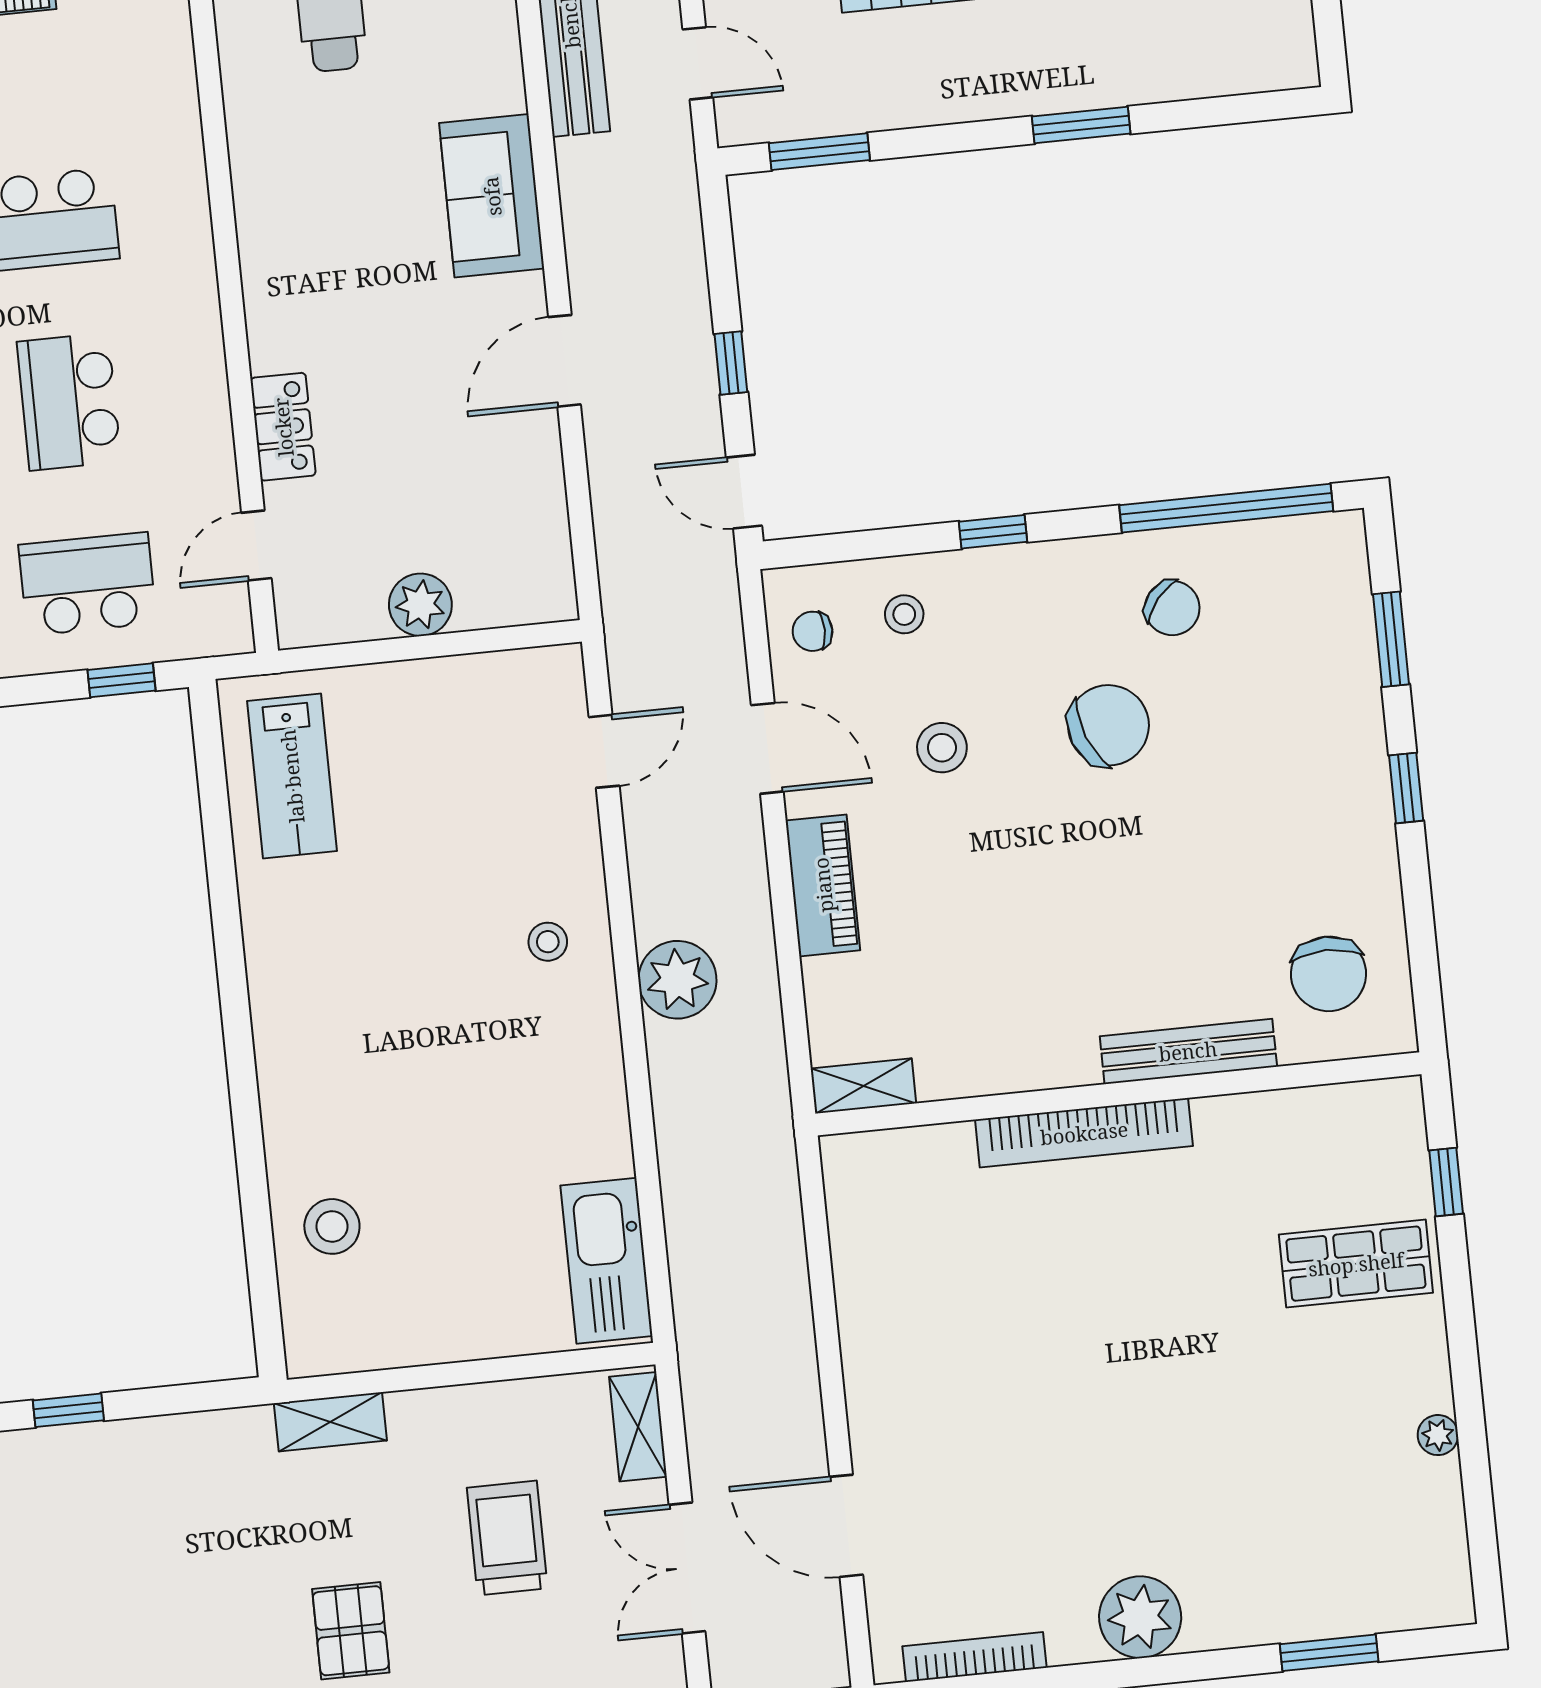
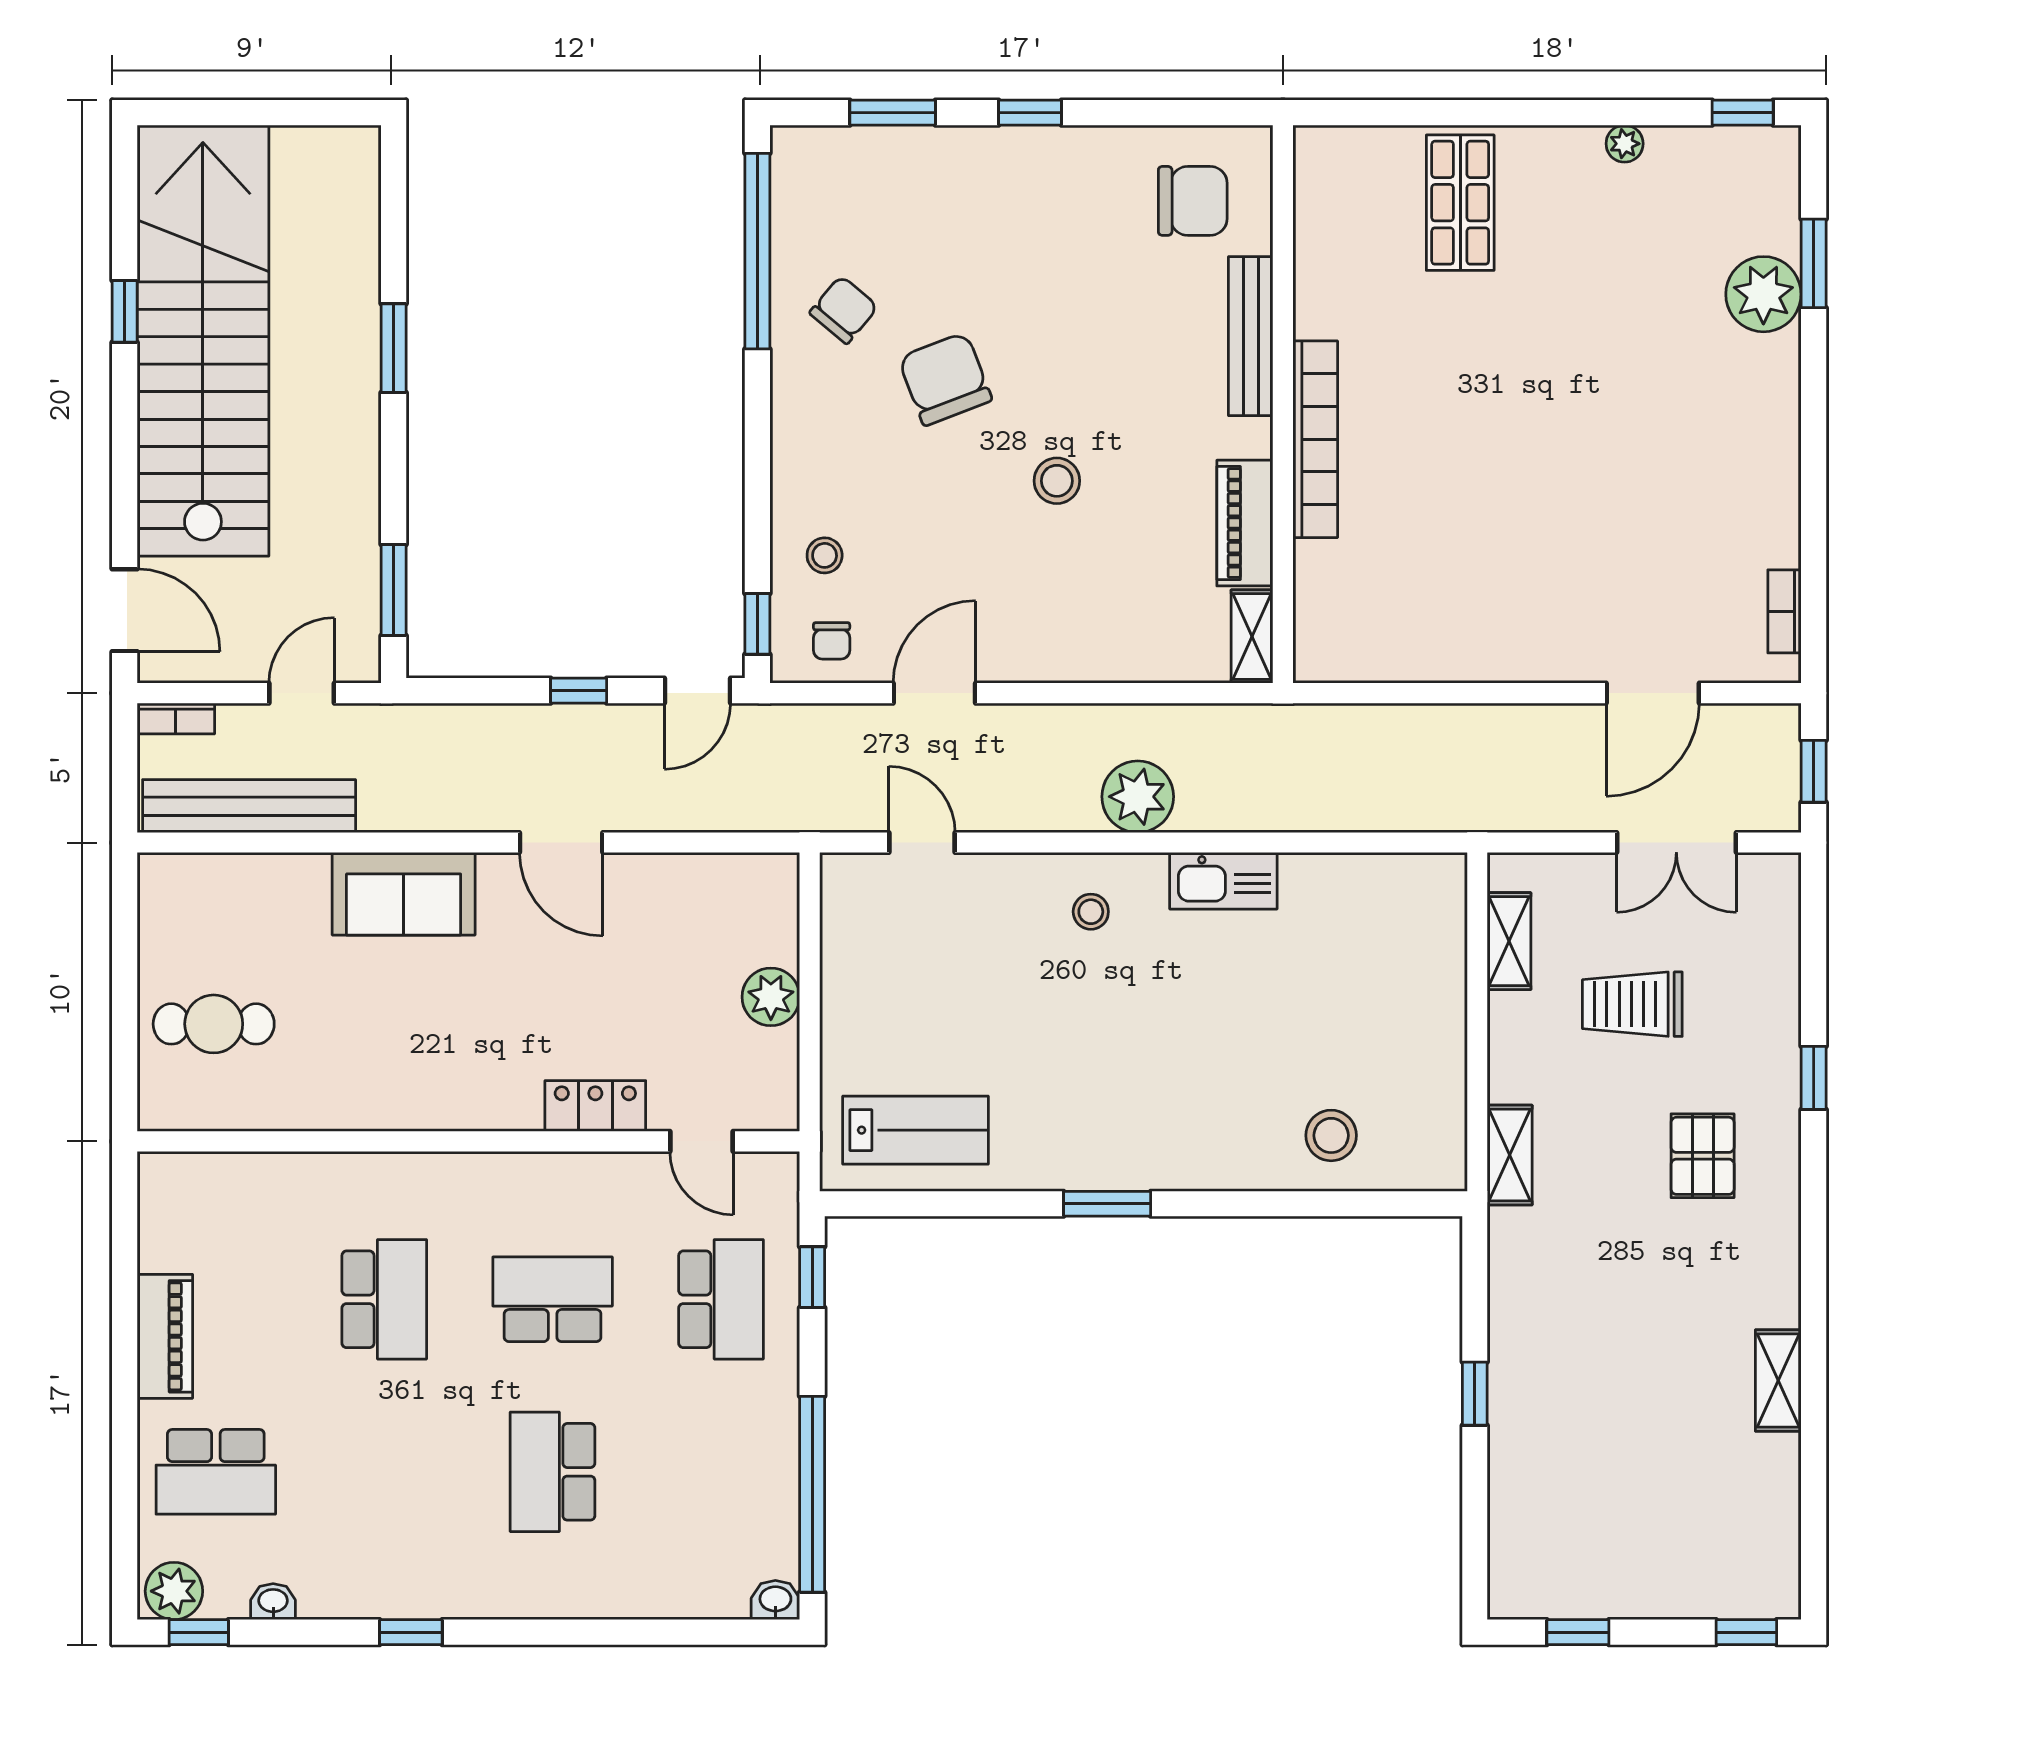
school desk: (69, 402) -> (553, 1299), turned 180
window: (993, 532) -> (757, 624), moved
school desk: (88, 584) -> (721, 1299), turned 180
stool: (942, 748) -> (1057, 481), moved
piano: (823, 885) -> (1245, 523), moved, turned -90
window: (233, 992) -> (1107, 1204), added
window: (1446, 1182) -> (1743, 113), moved
kitchen sink: (607, 1261) -> (1223, 881), moved, width x0.73, depth x0.81
shelving: (638, 1427) -> (1509, 941), moved, turned 90
plant: (1140, 1617) -> (1763, 294), moved
pallet: (351, 1631) -> (1703, 1156), turned 90
bookcase: (974, 1657) -> (1784, 611), width x0.64

